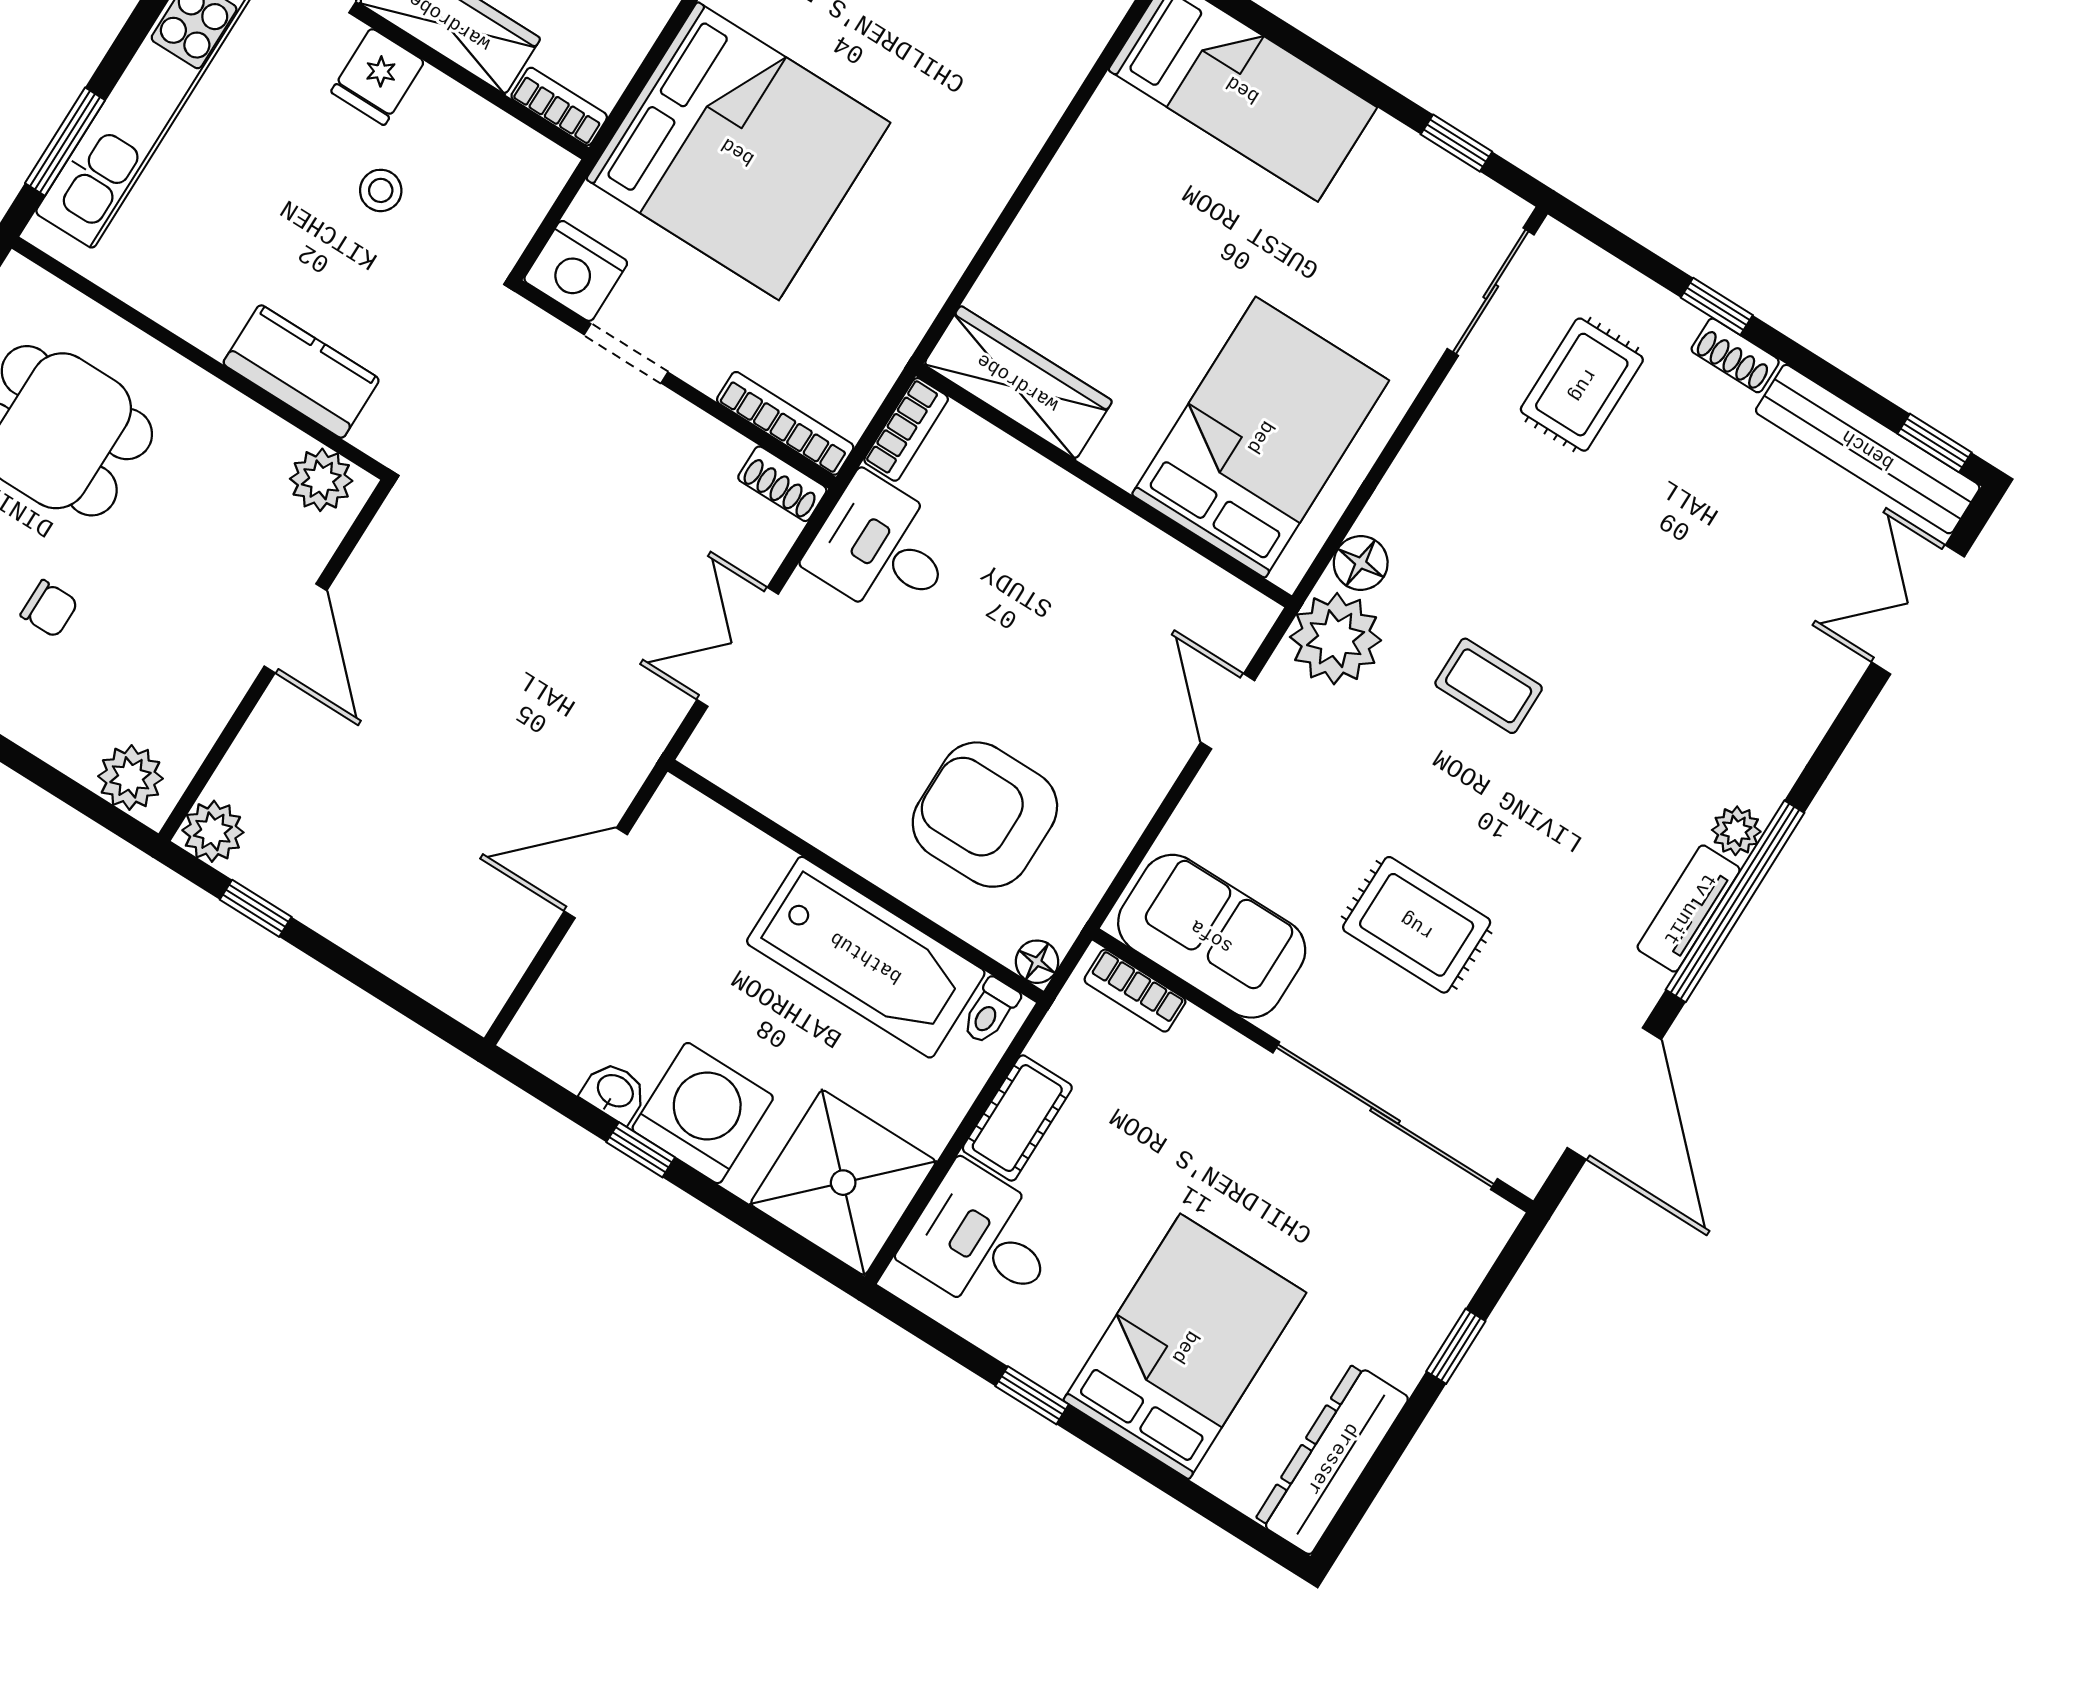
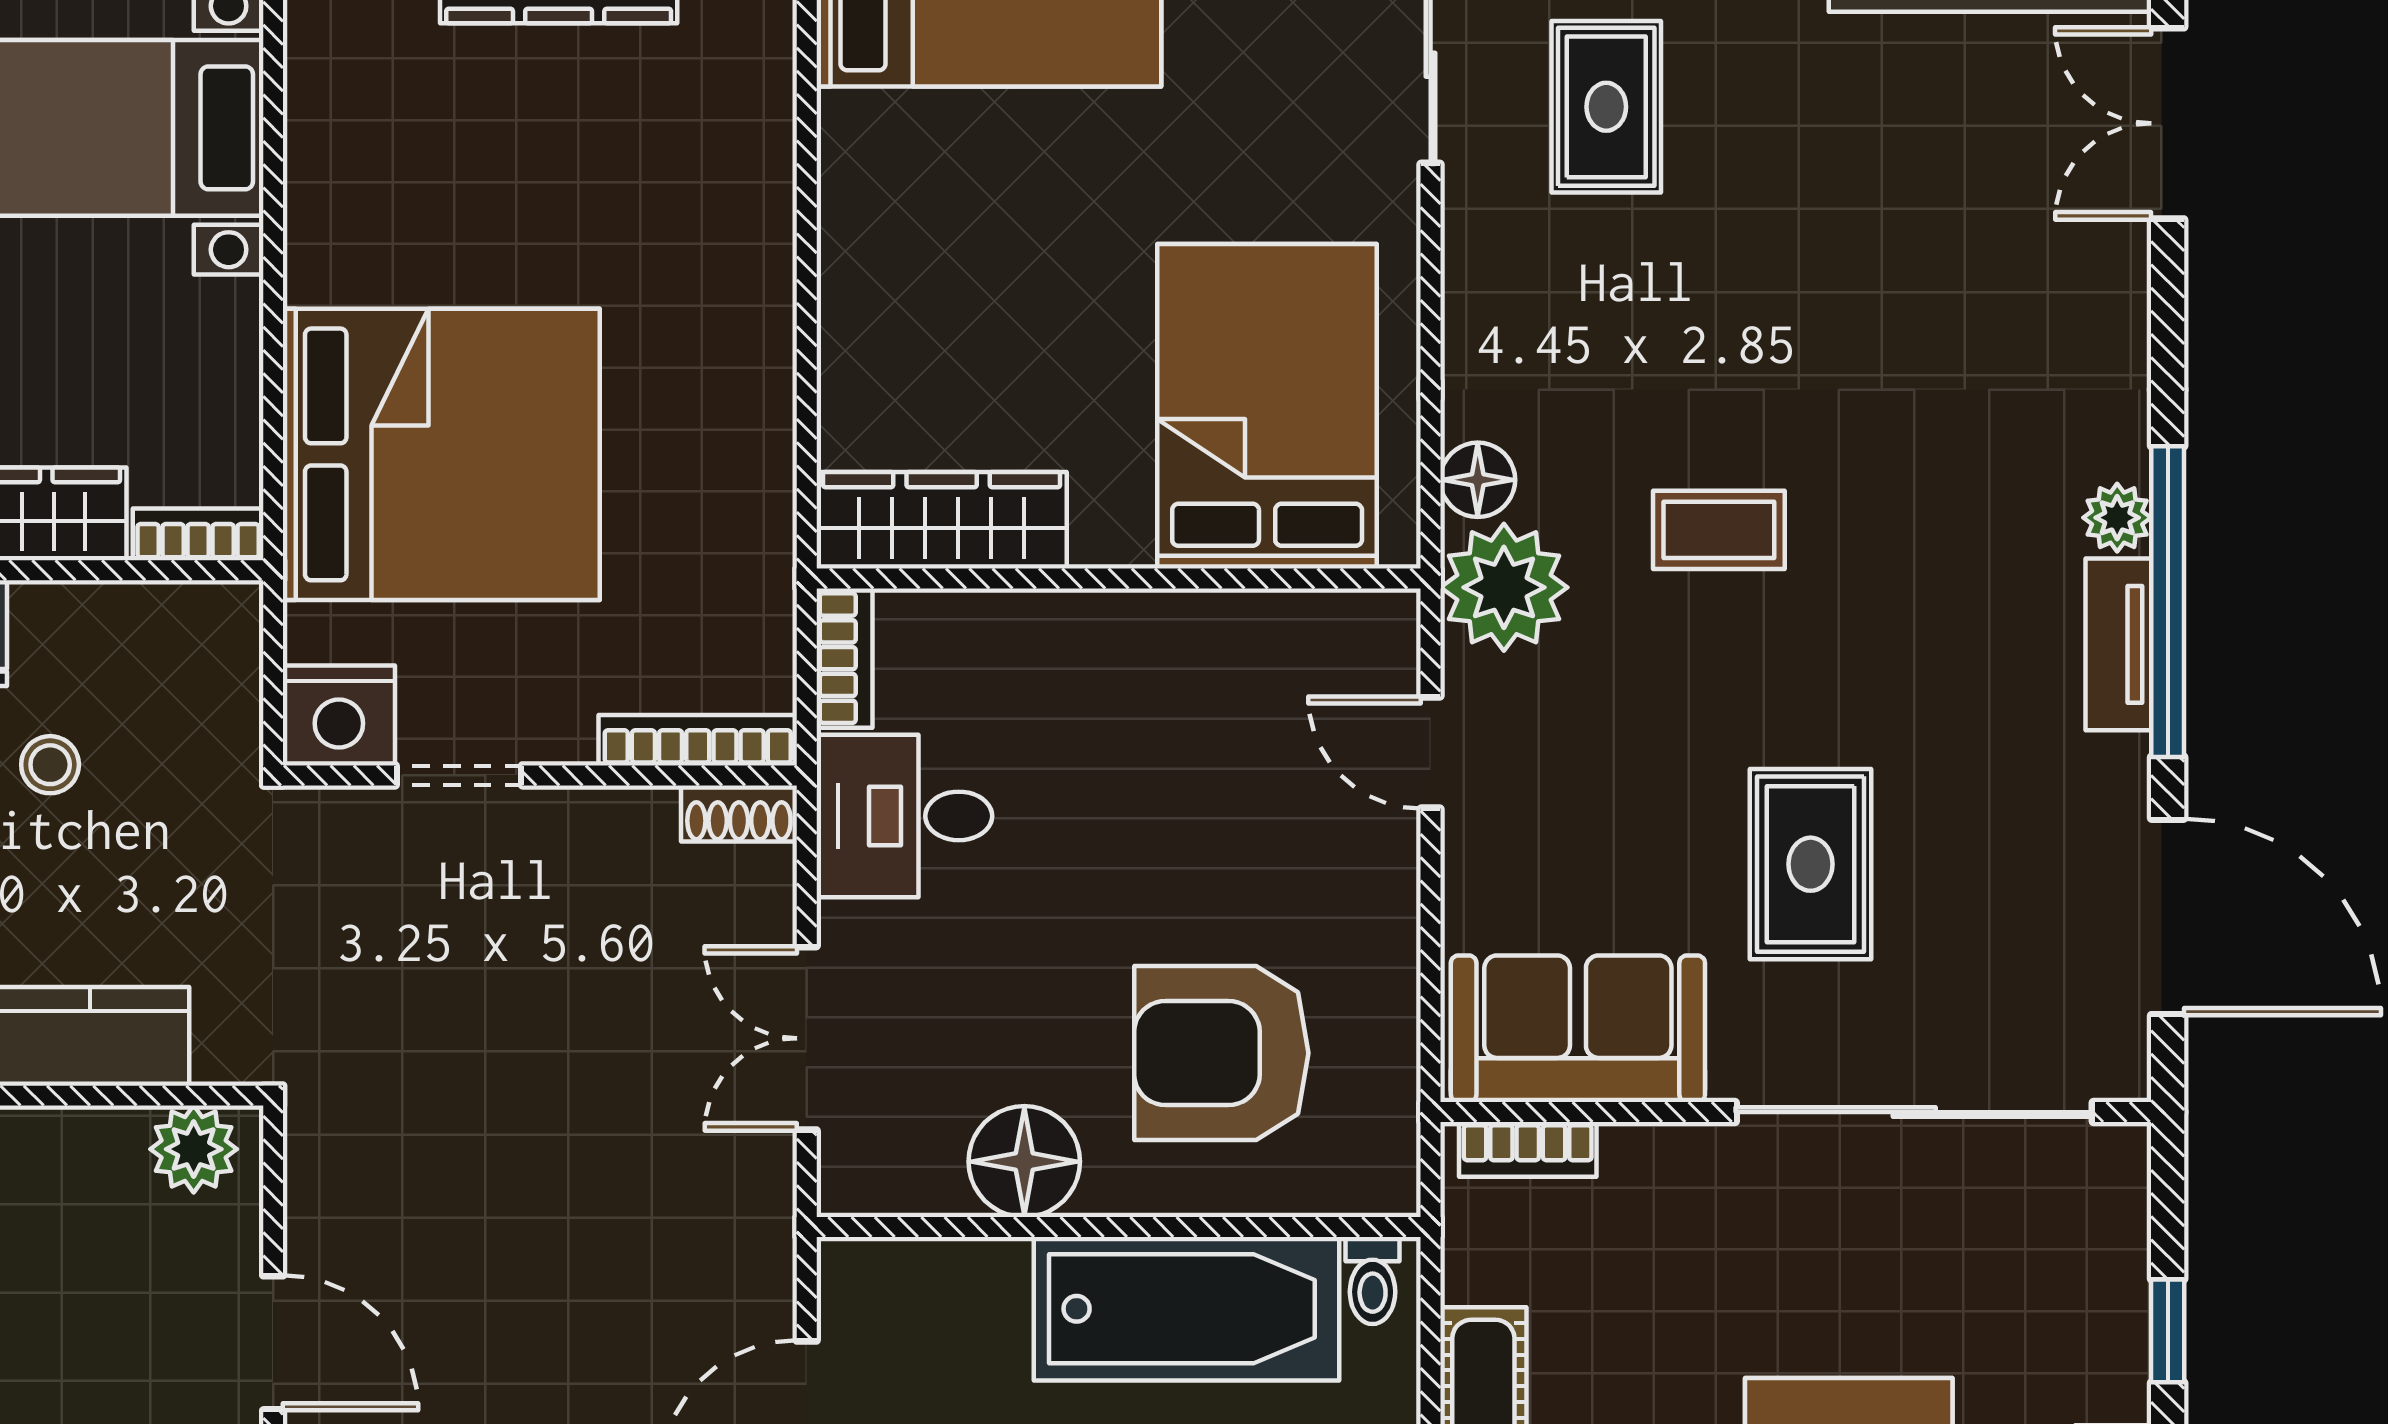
rug: (1417, 925) -> (1811, 864), turned 90
floor lamp: (1037, 962) -> (1024, 1162), moved, width x1.89, depth x1.89

